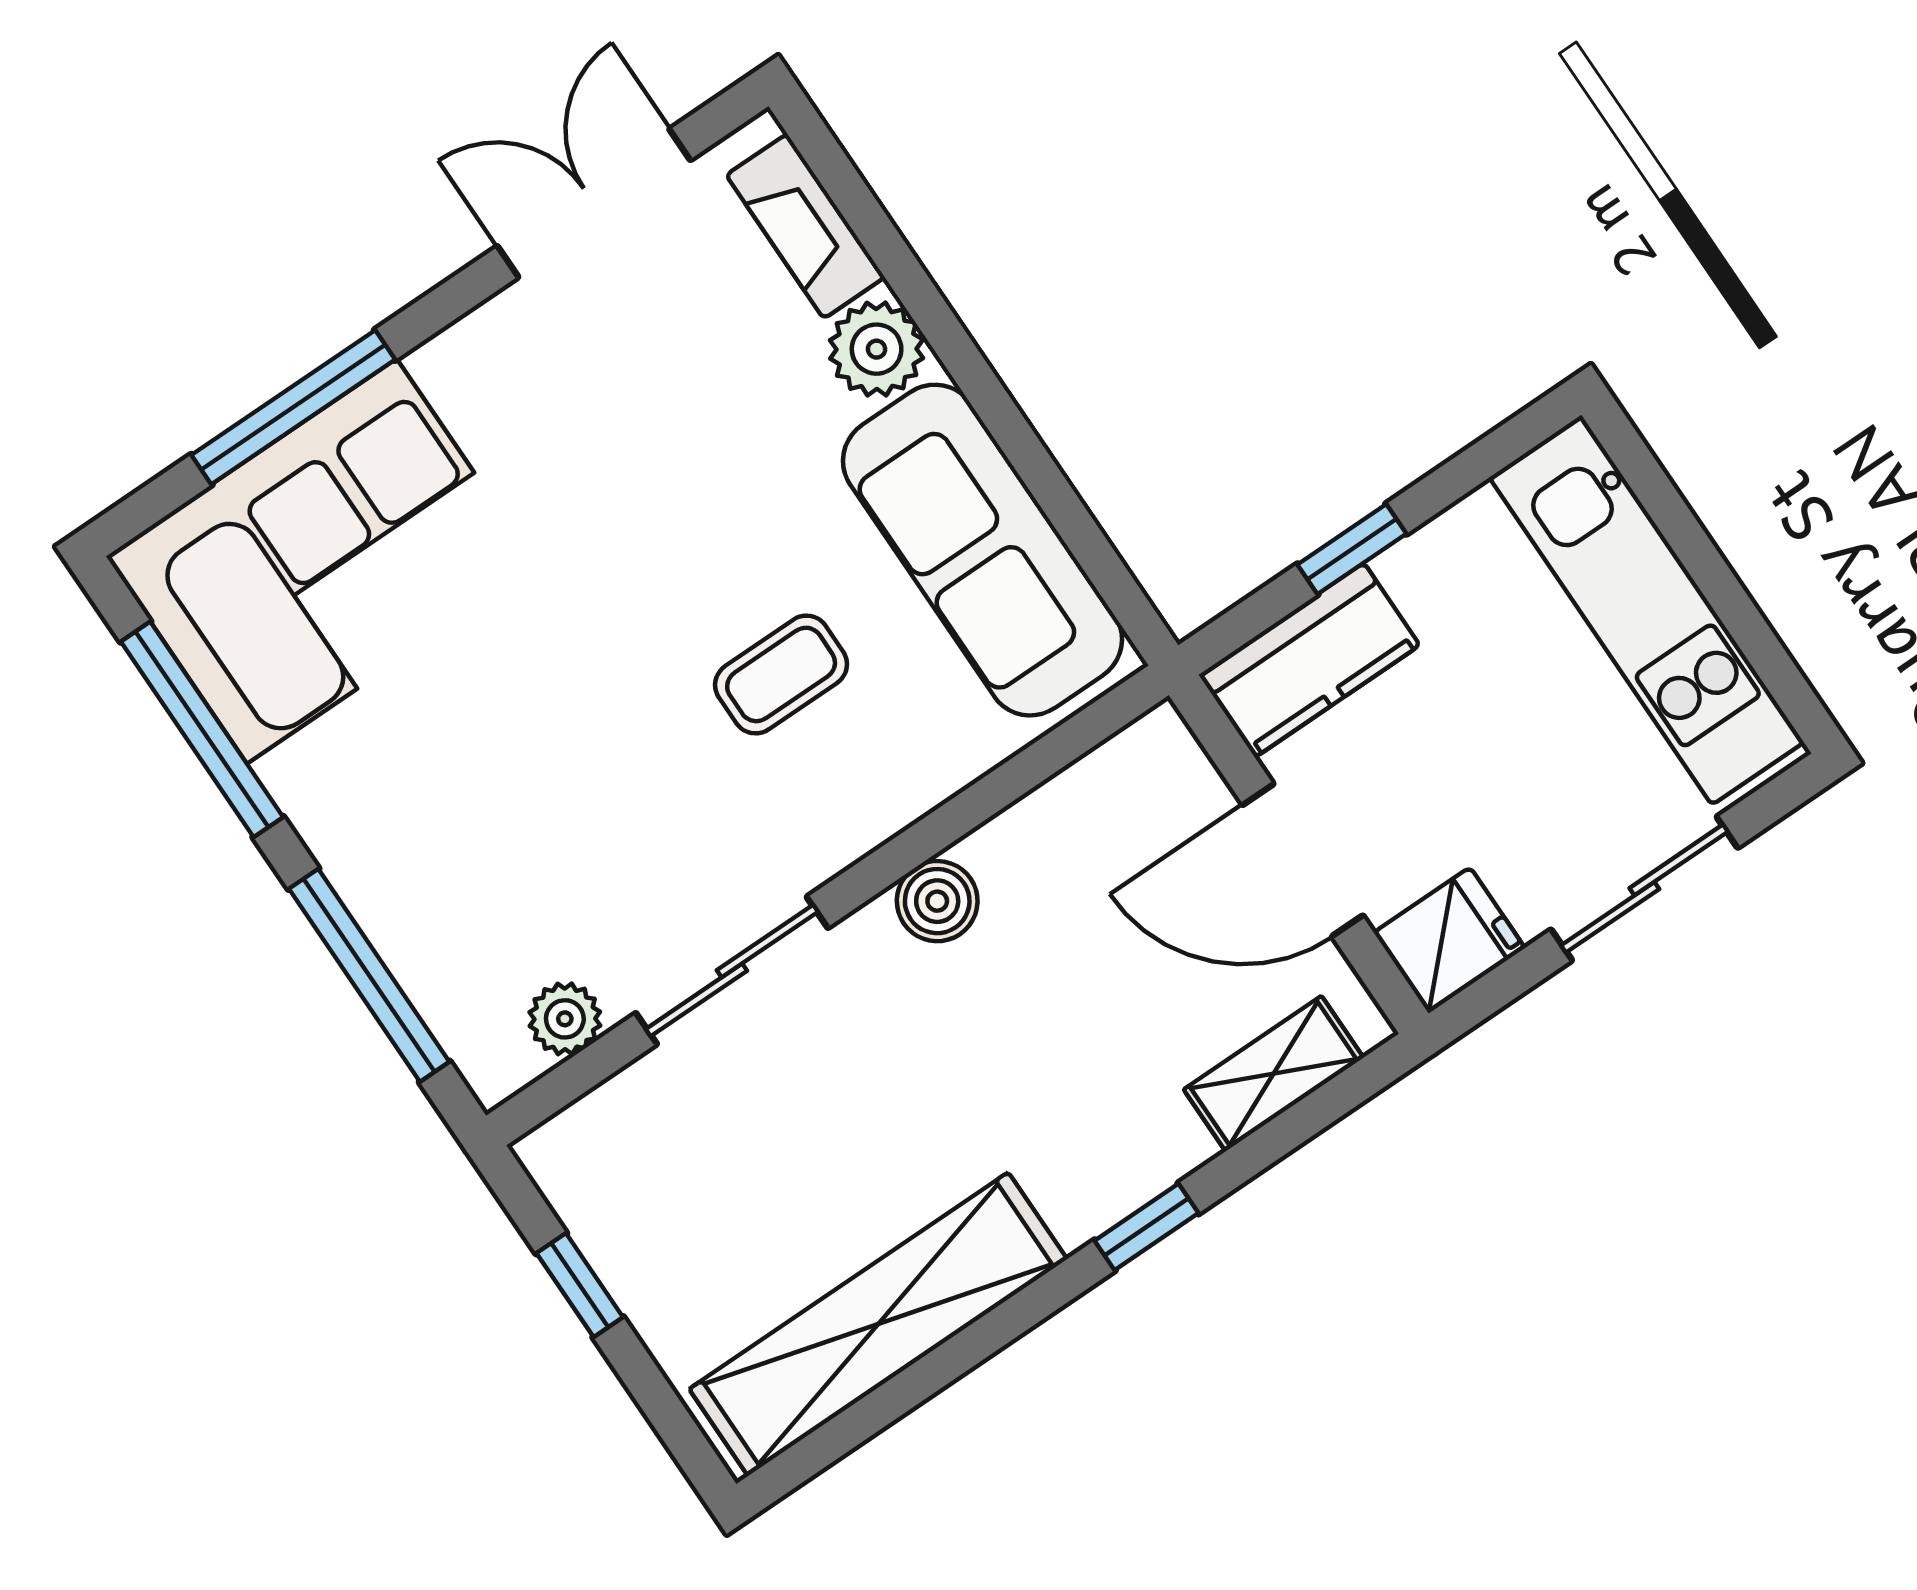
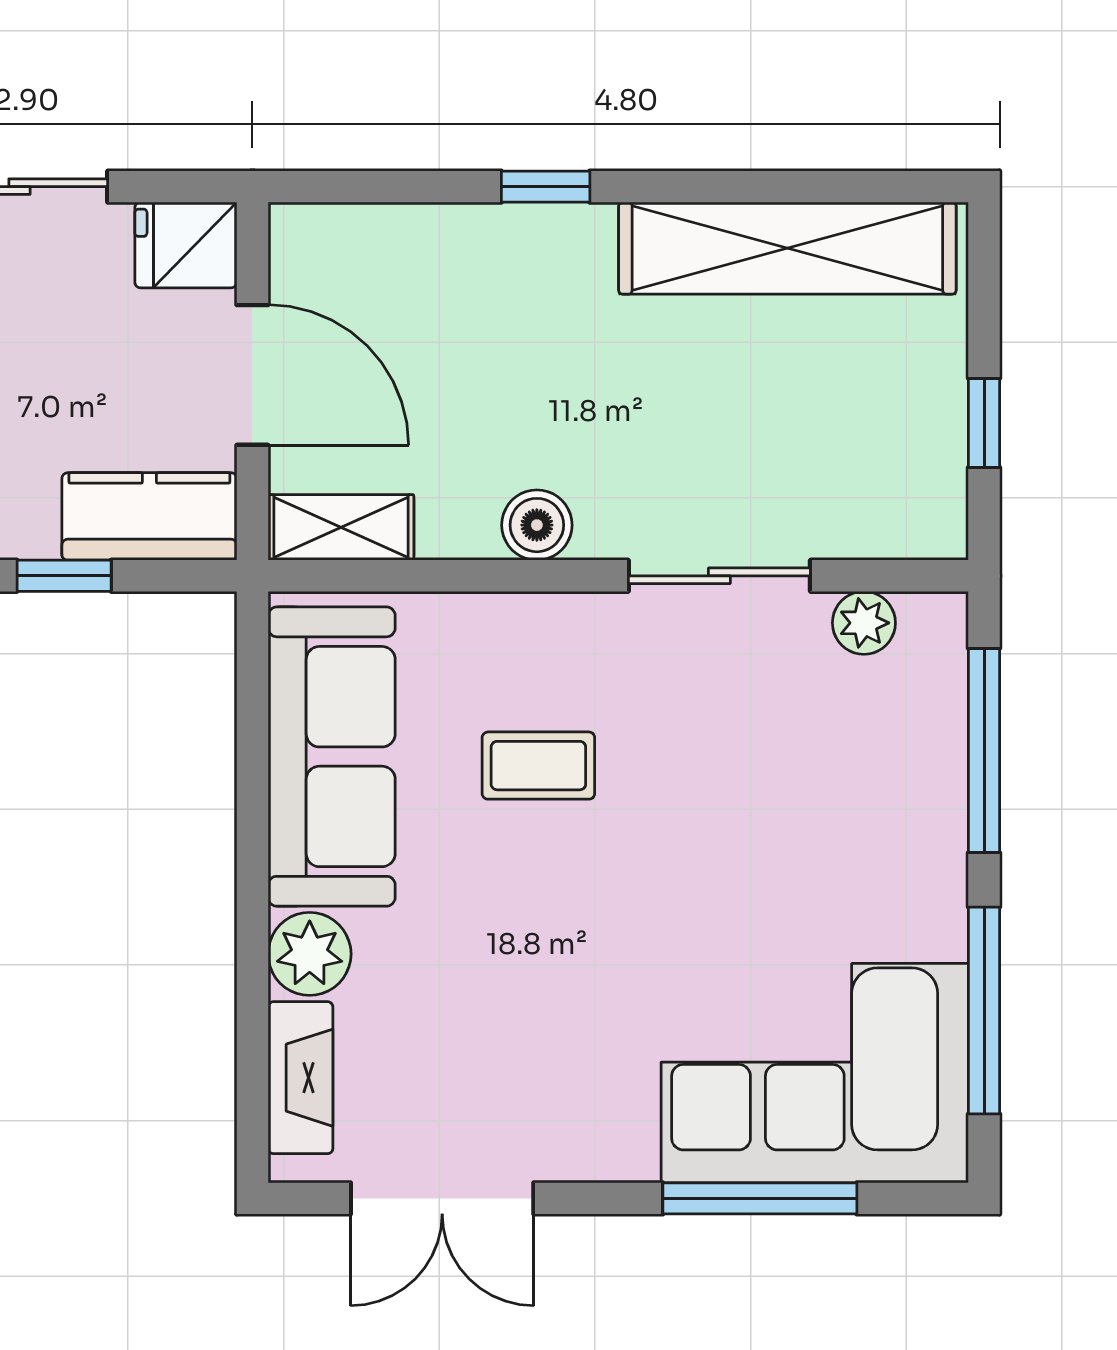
shelving: (1274, 1074) -> (341, 527), moved

